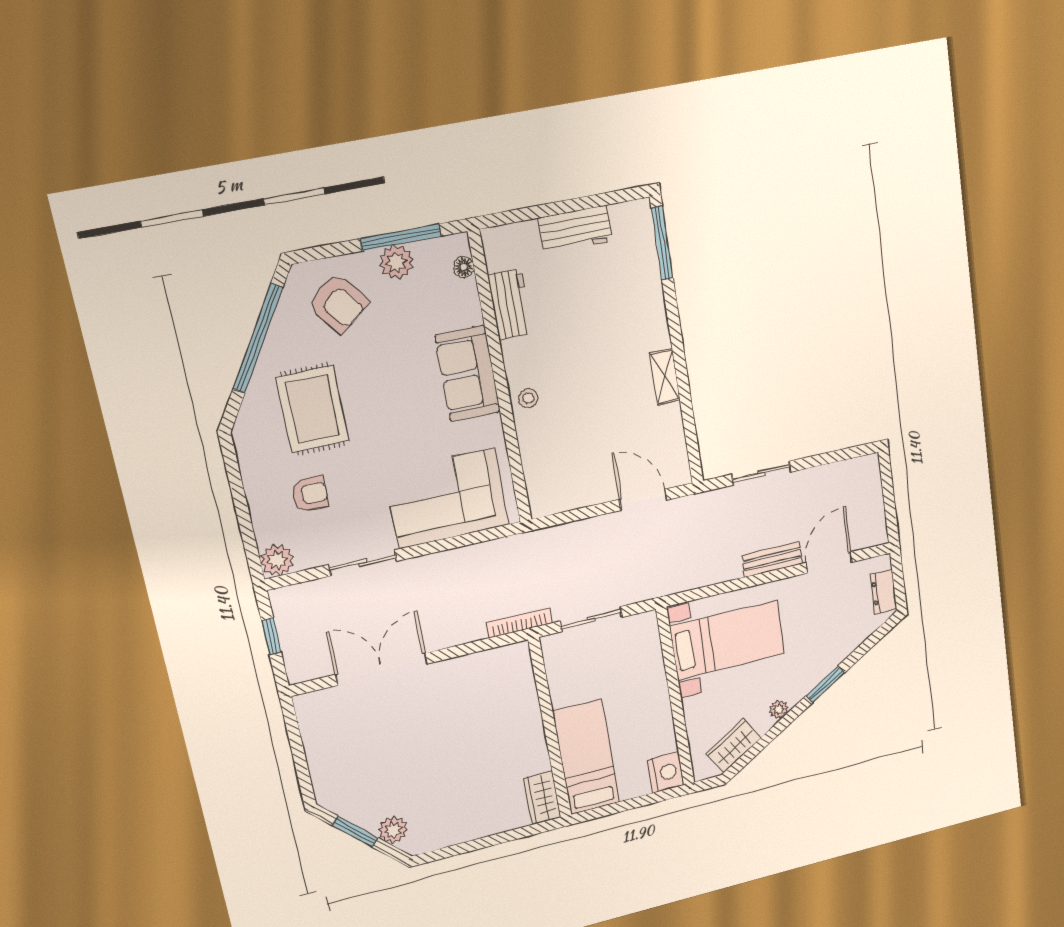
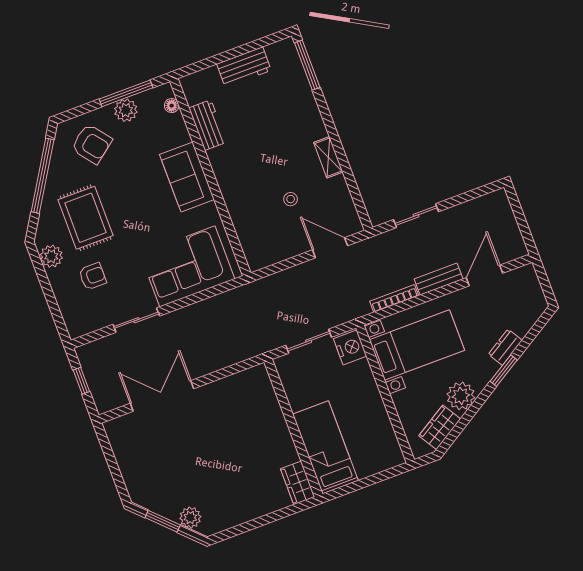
stool: (528, 398) -> (291, 199), moved
plant: (277, 560) -> (51, 256), moved
dresser: (883, 592) -> (505, 347), moved, turned 59
bookcase: (519, 623) -> (394, 298), moved
plant: (779, 709) -> (461, 396), width x1.88, depth x1.88
nightstand: (666, 772) -> (350, 347), moved

